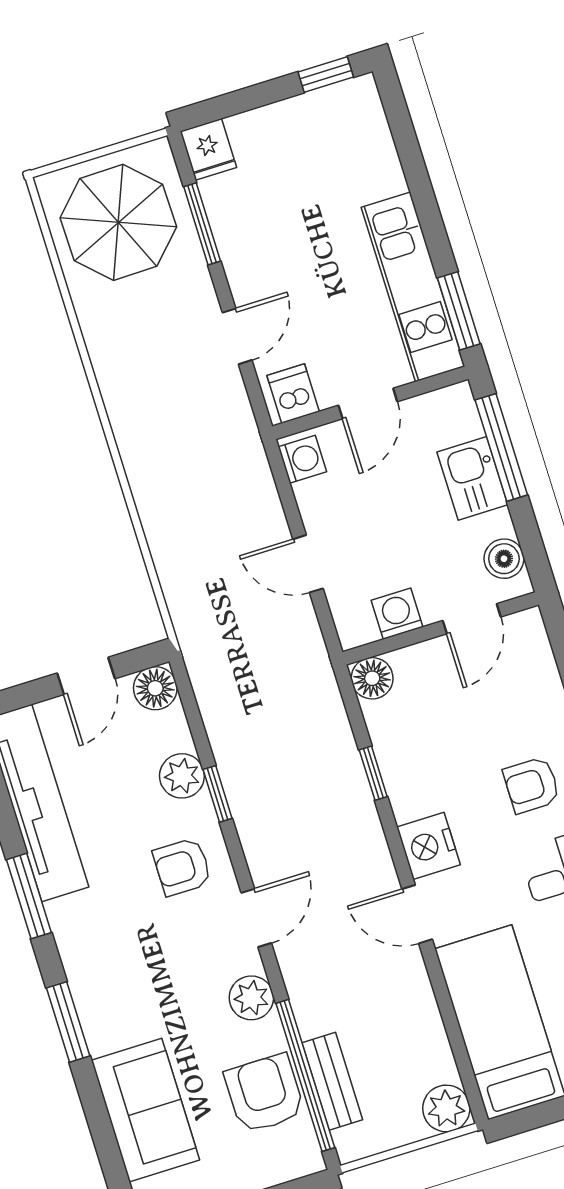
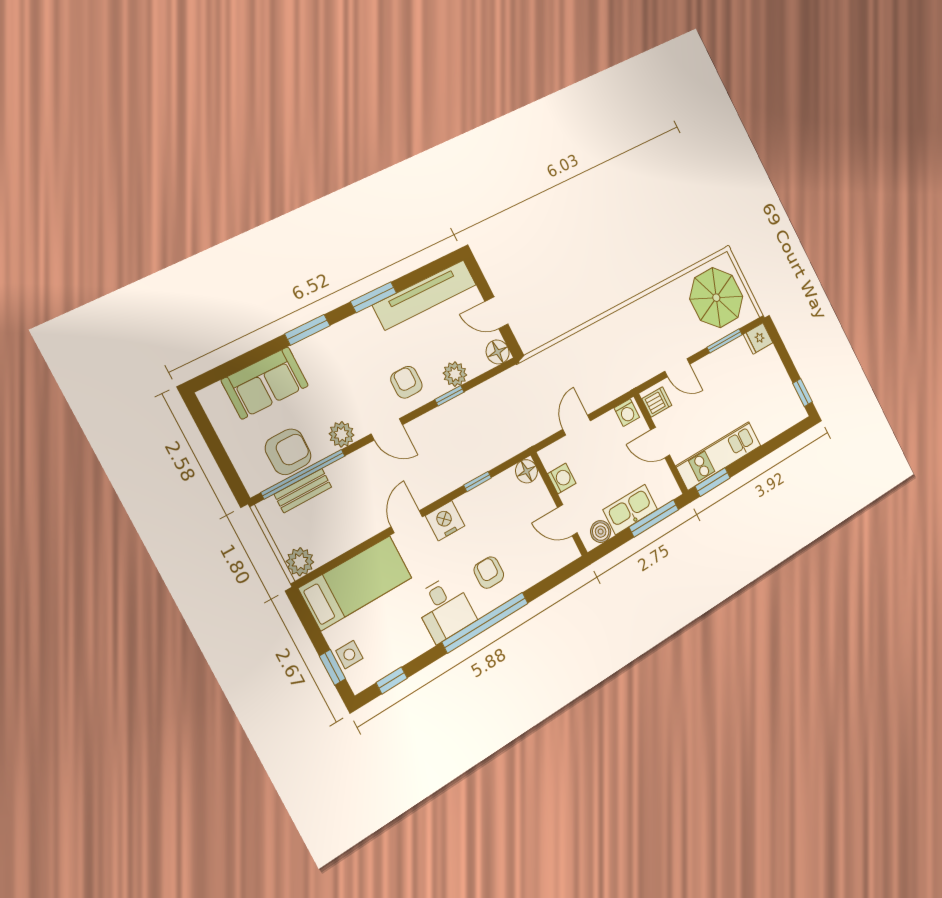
kitchen sink: (472, 478) -> (630, 509), width x1.38

